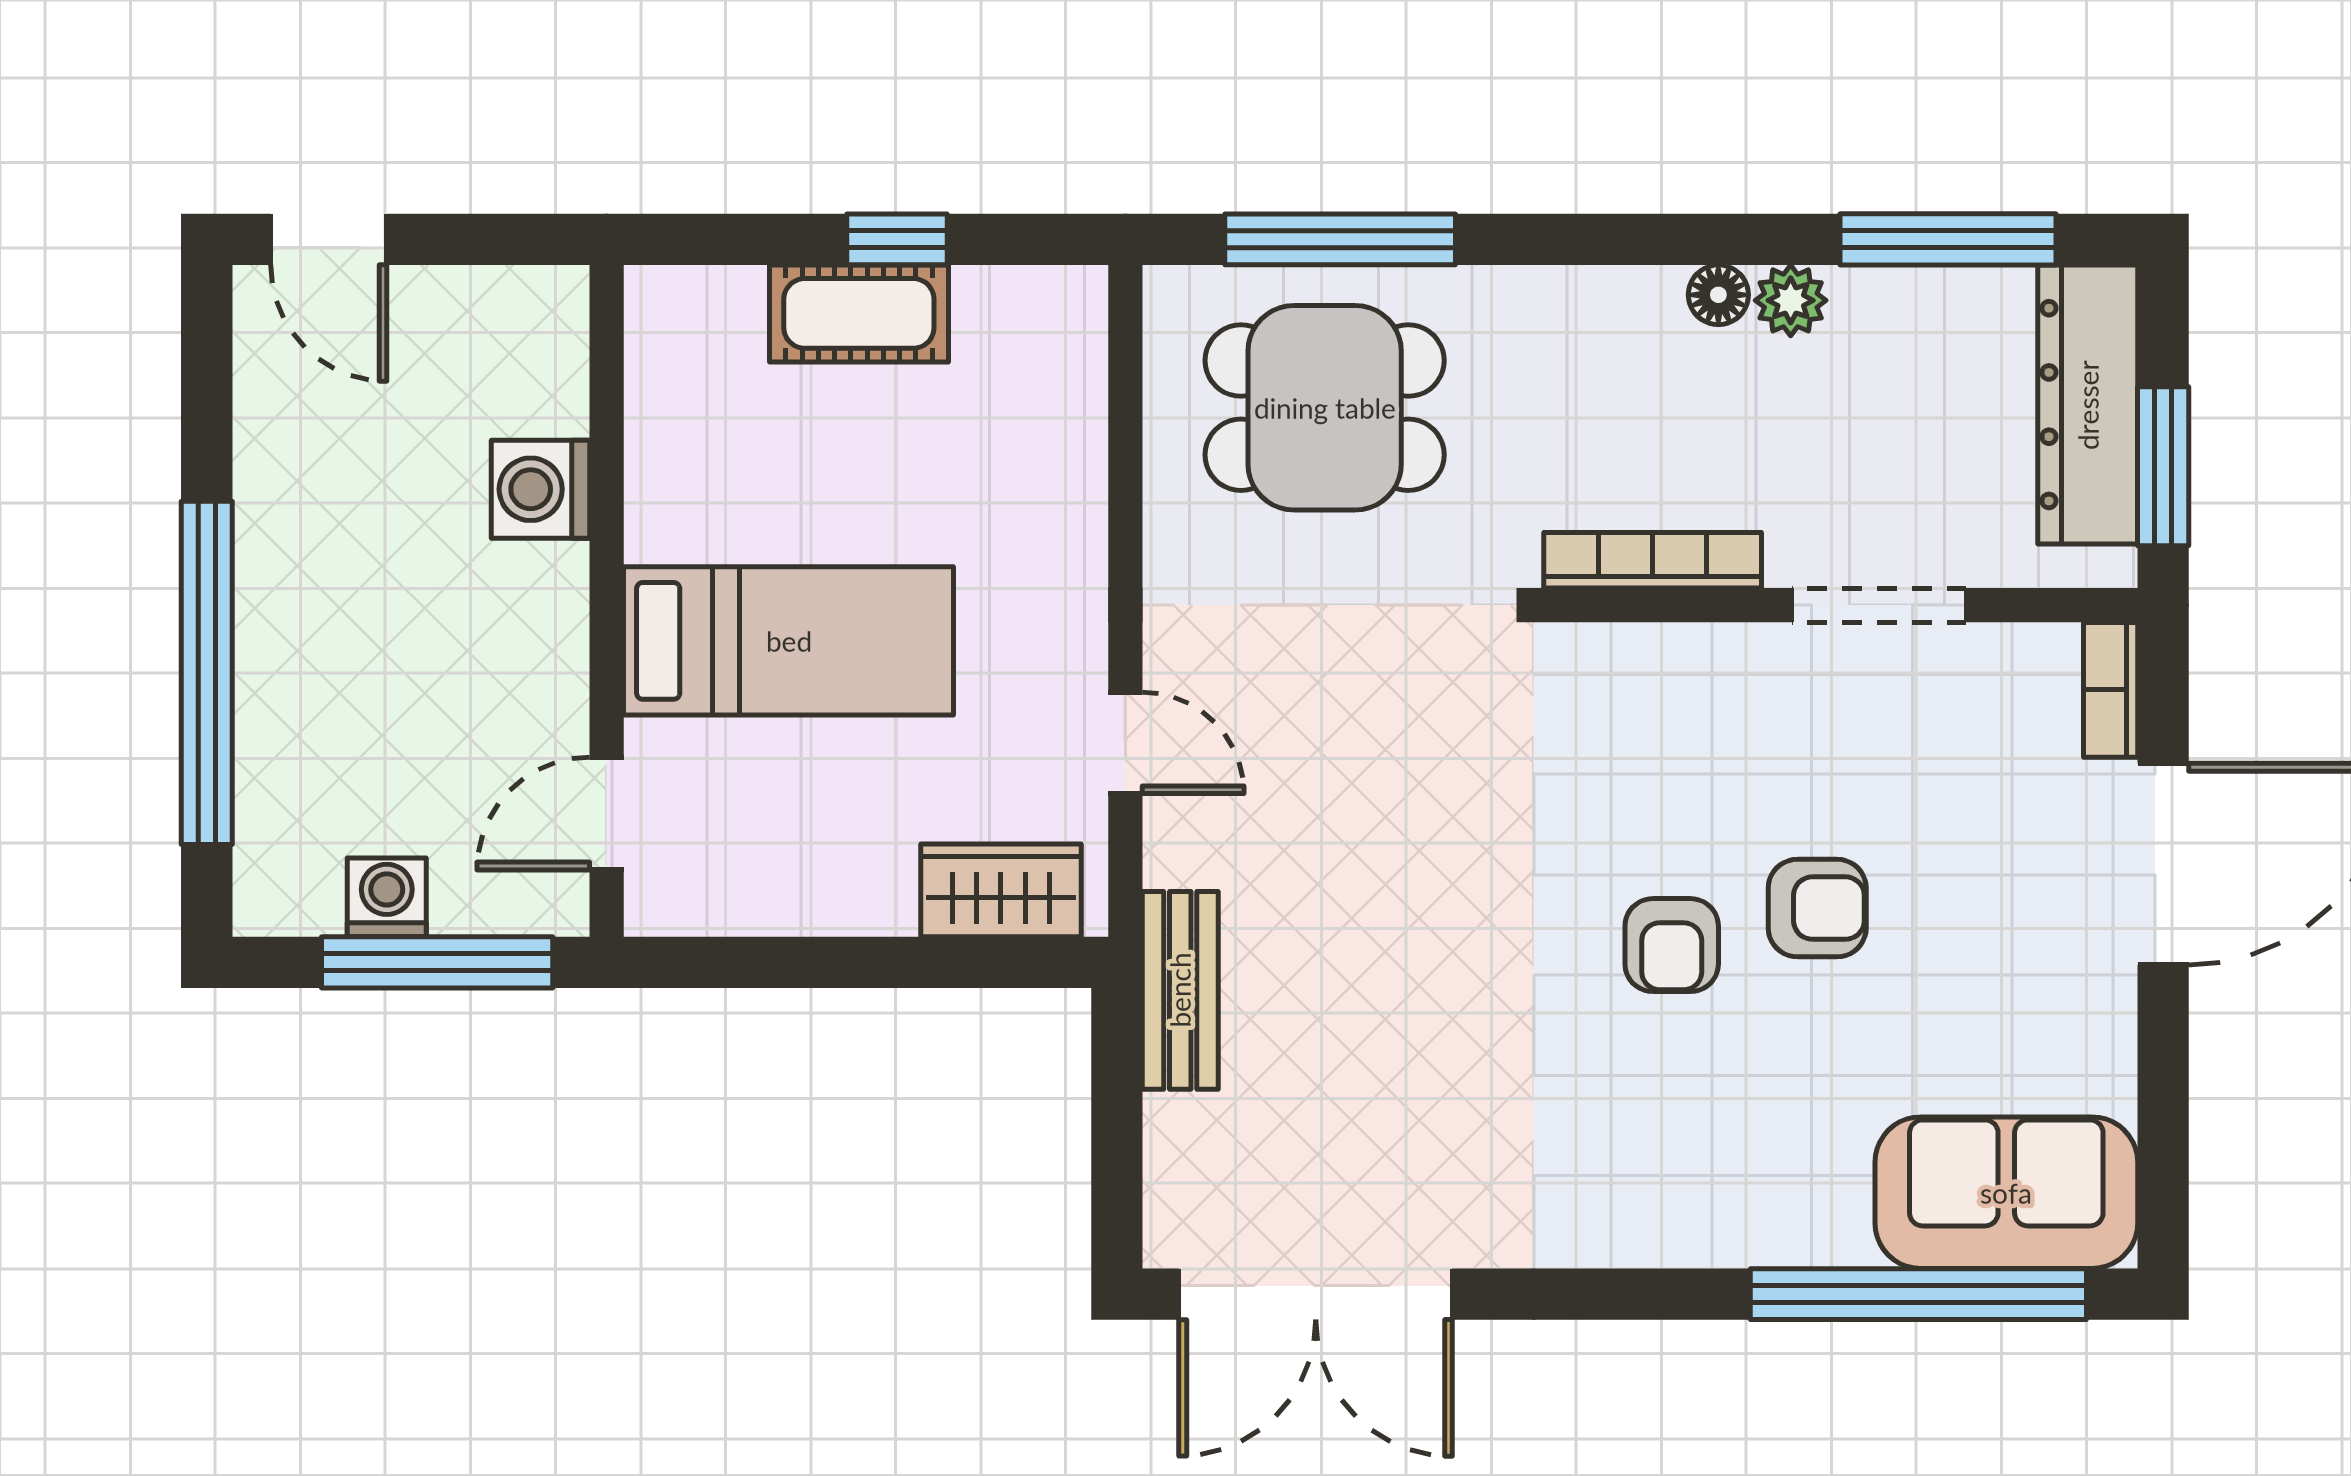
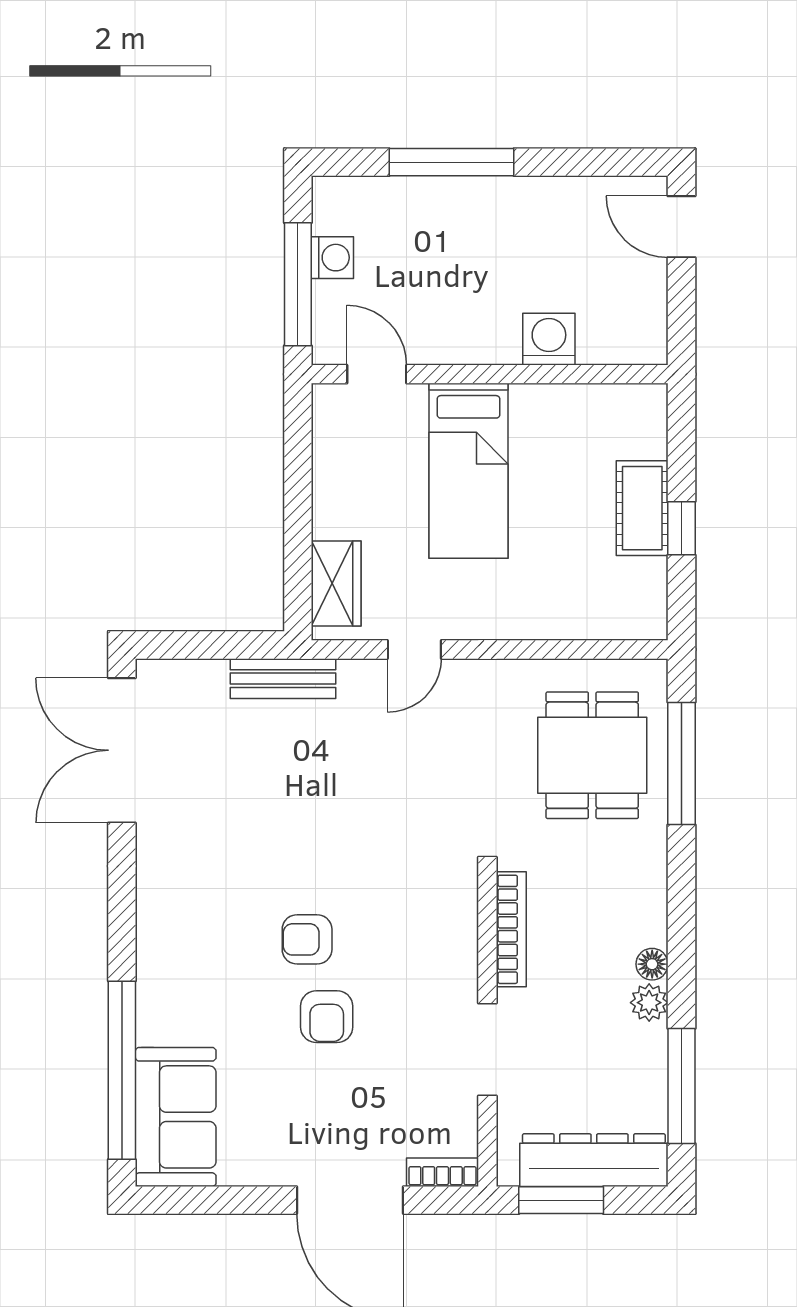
door: (329, 239) -> (682, 227), hinge flipped
window: (207, 673) -> (452, 162), width x0.68

